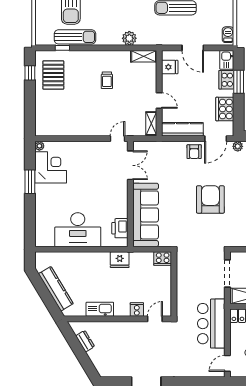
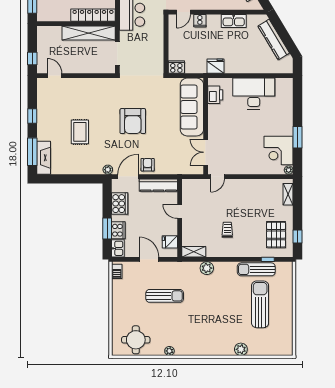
shelving: (151, 123) -> (288, 194), moved

